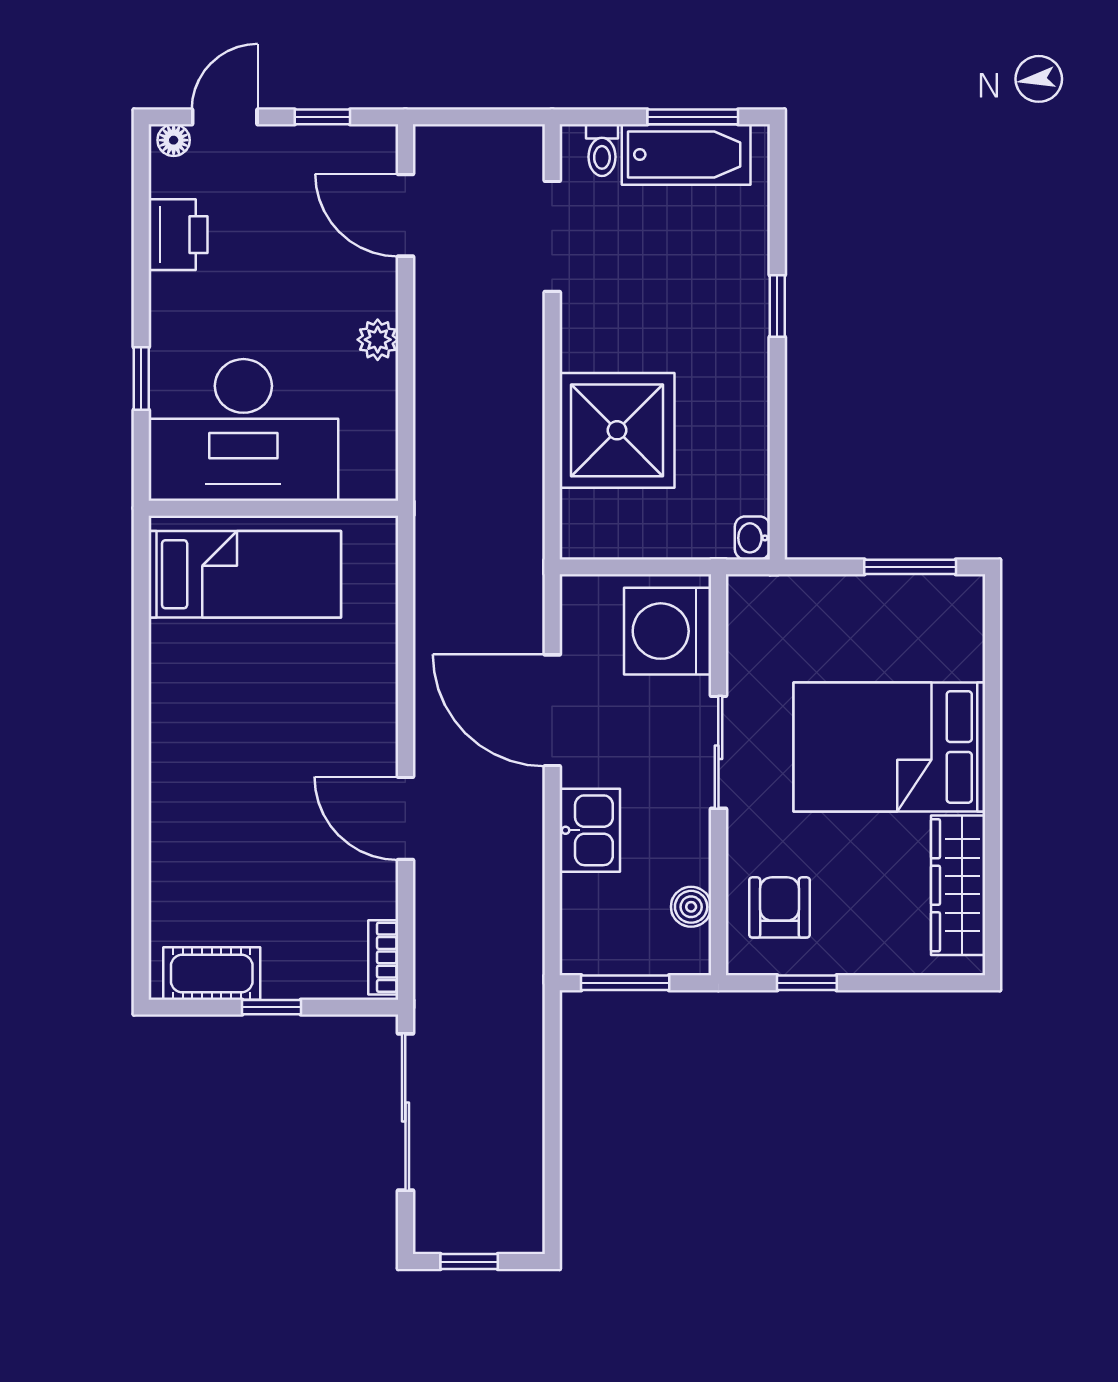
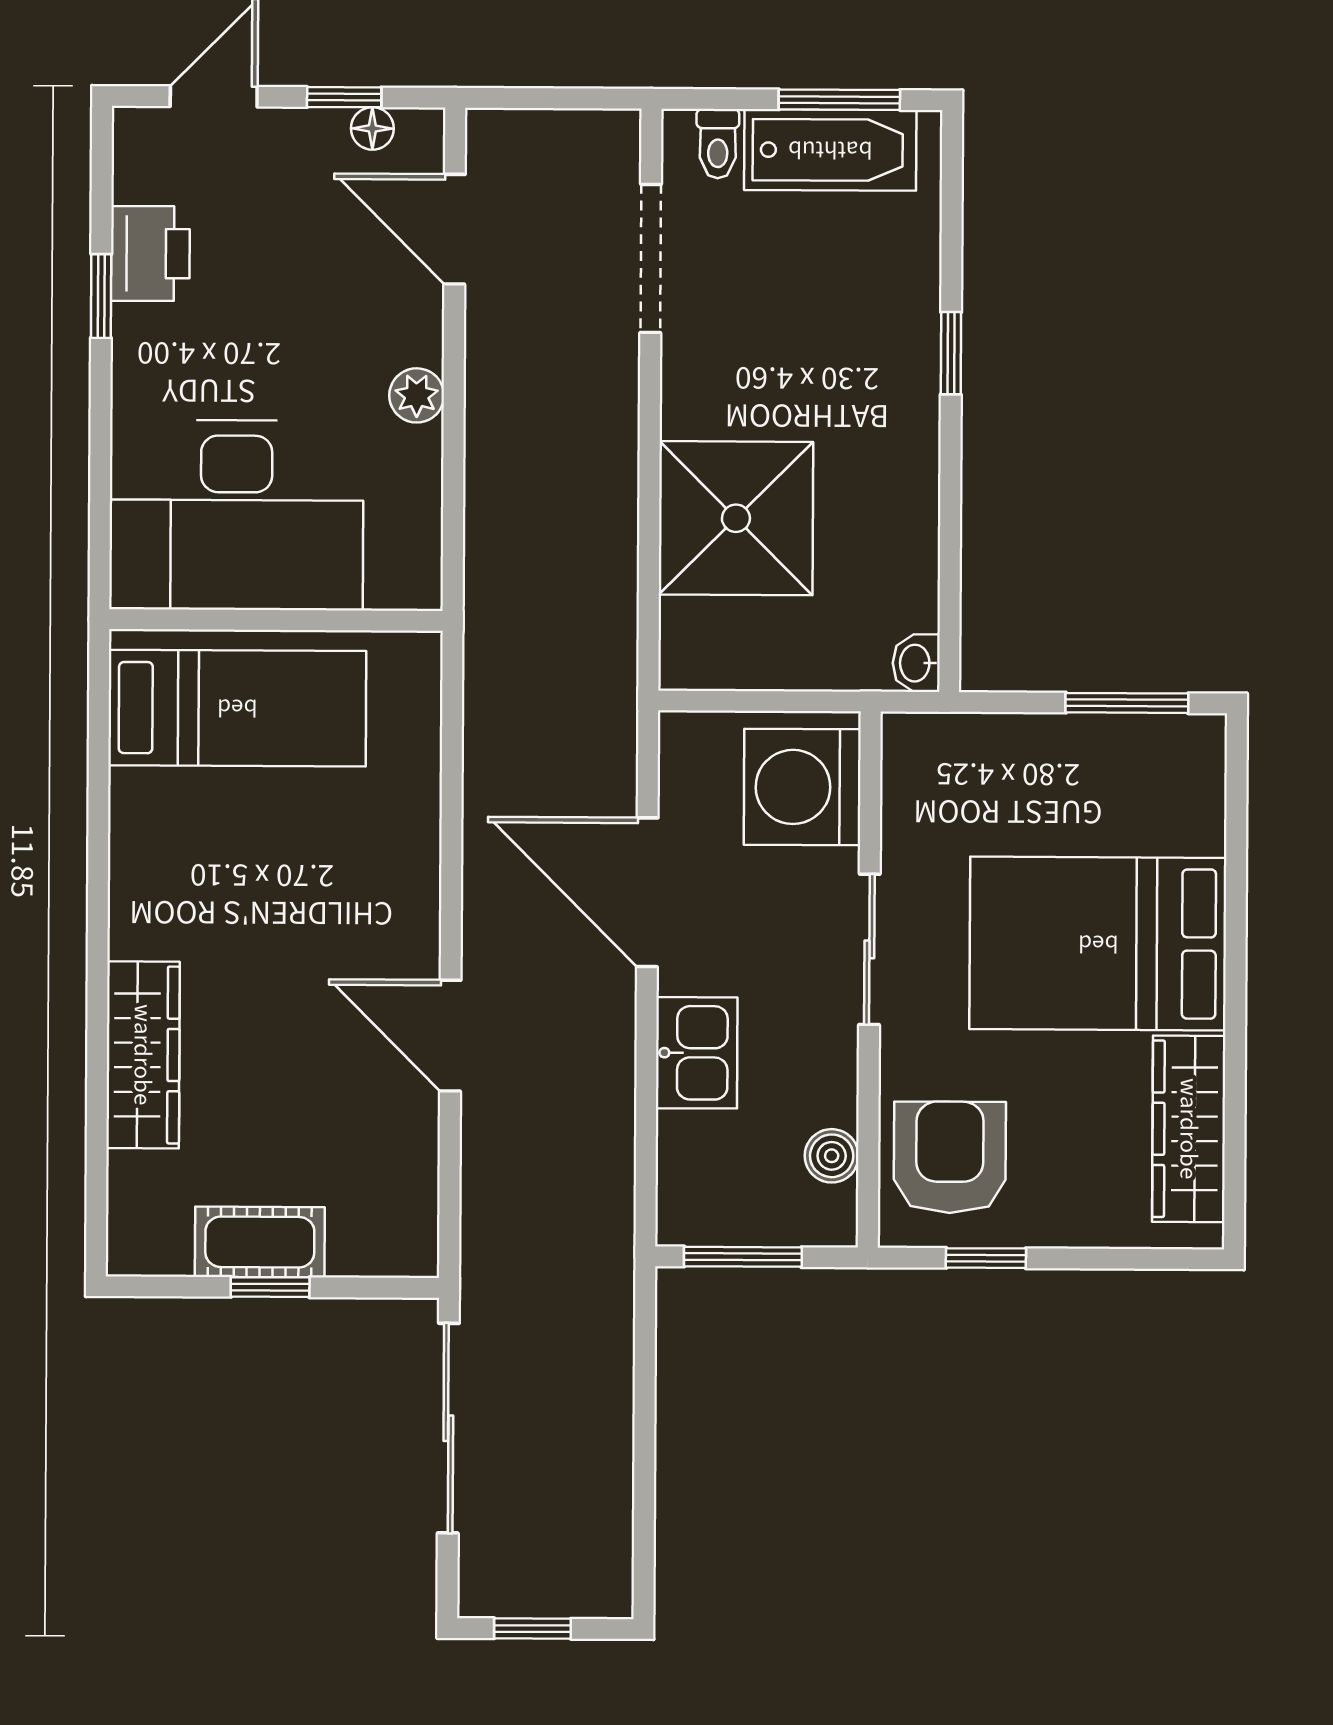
floor lamp: (174, 140) -> (372, 128), moved
window: (141, 378) -> (101, 296), moved
wardrobe: (176, 834) -> (143, 1055), added
armchair: (779, 907) -> (950, 1157), width x1.38, depth x1.38
bookcase: (383, 957) -> (420, 1221), removed
cot: (212, 973) -> (260, 1242), moved

